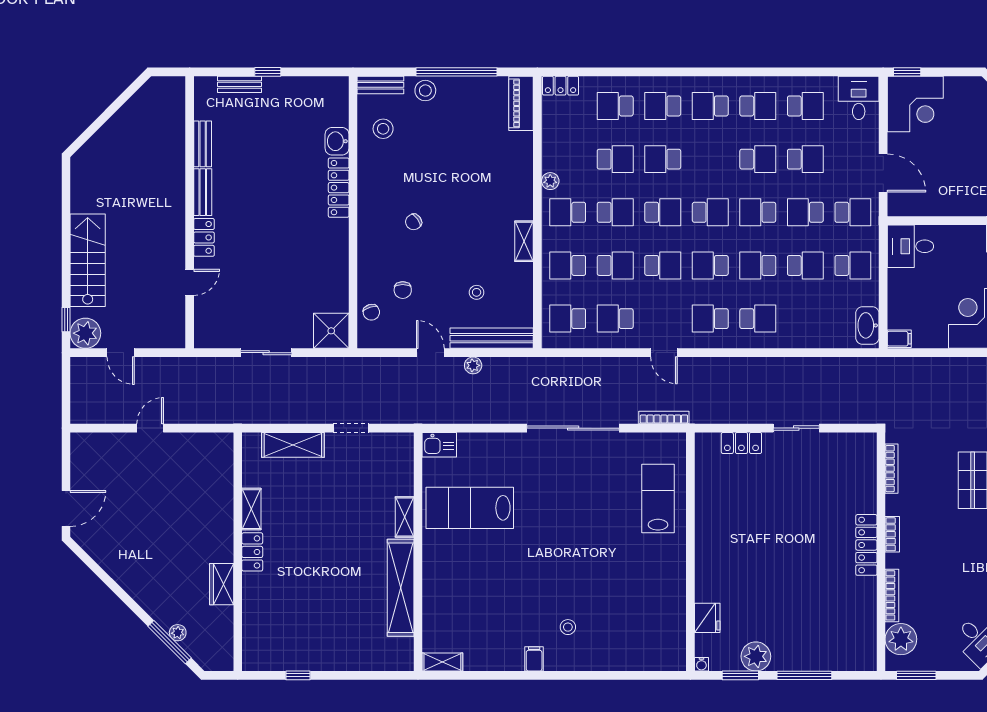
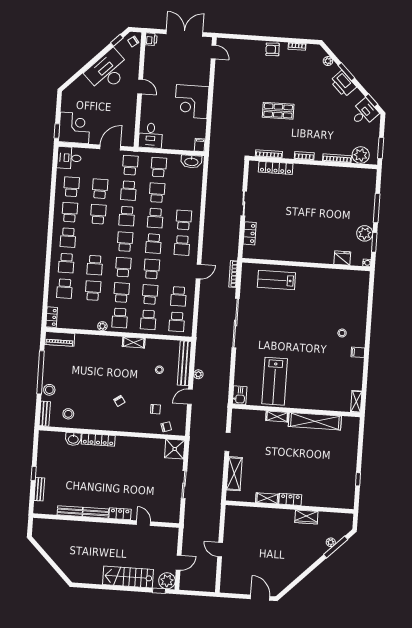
locker: (866, 545) -> (276, 168), moved

